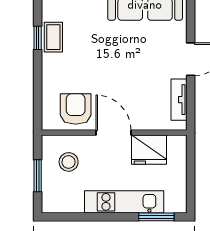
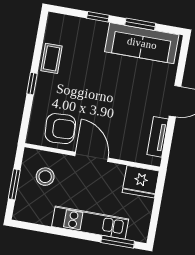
window: (38, 38) -> (32, 84), moved
armchair: (76, 109) -> (60, 129), turned 87
fridge: (149, 150) -> (141, 182), moved

